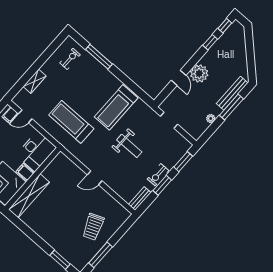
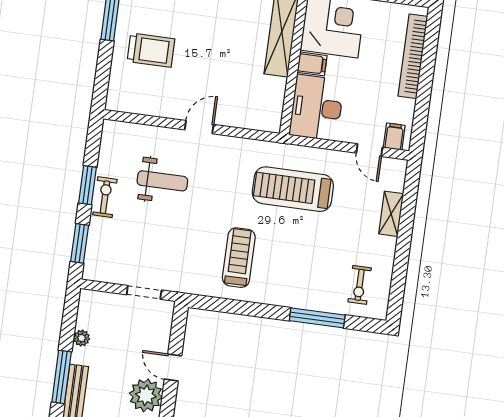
treadmill: (116, 107) -> (239, 258), width x0.73, depth x0.73
door: (25, 116) -> (369, 150), swing flipped
treadmill: (71, 122) -> (293, 189), turned 180
weight bench: (129, 146) -> (162, 181), moved, turned 180
bench: (140, 198) -> (109, 142), removed
trolley: (93, 227) -> (151, 50), turned 112

